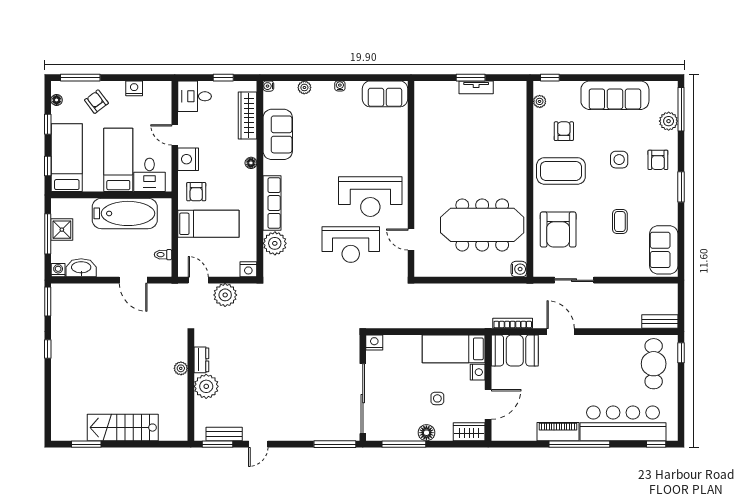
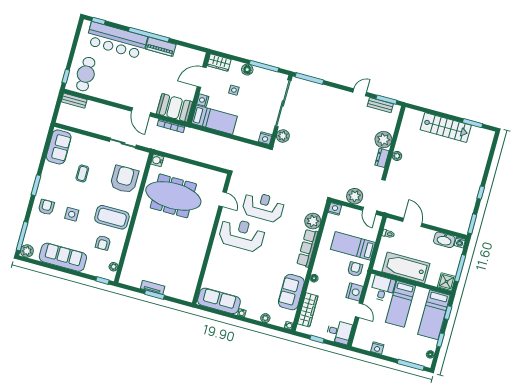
sofa: (385, 94) -> (219, 301), width x1.36
armchair: (96, 102) -> (404, 346), removed
plant: (669, 121) -> (27, 251), moved
shower: (62, 230) -> (446, 282), moved
plant: (350, 352) -> (283, 136), added

